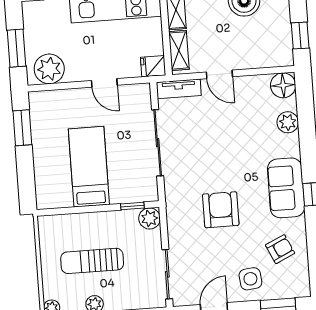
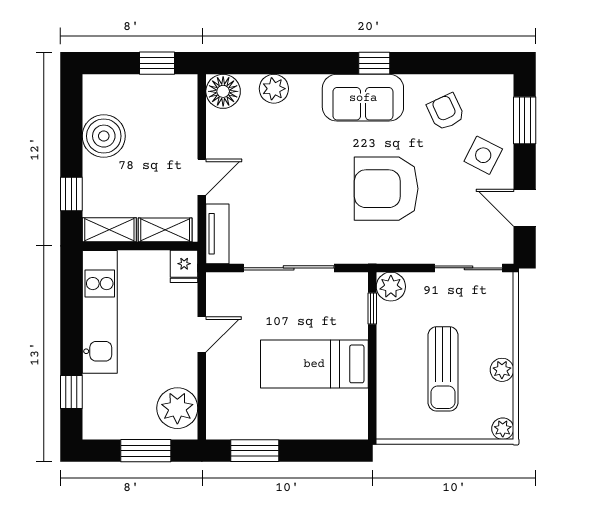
armchair: (221, 210) -> (386, 189), width x1.36, depth x1.36
side table: (250, 279) -> (483, 155), turned 33

